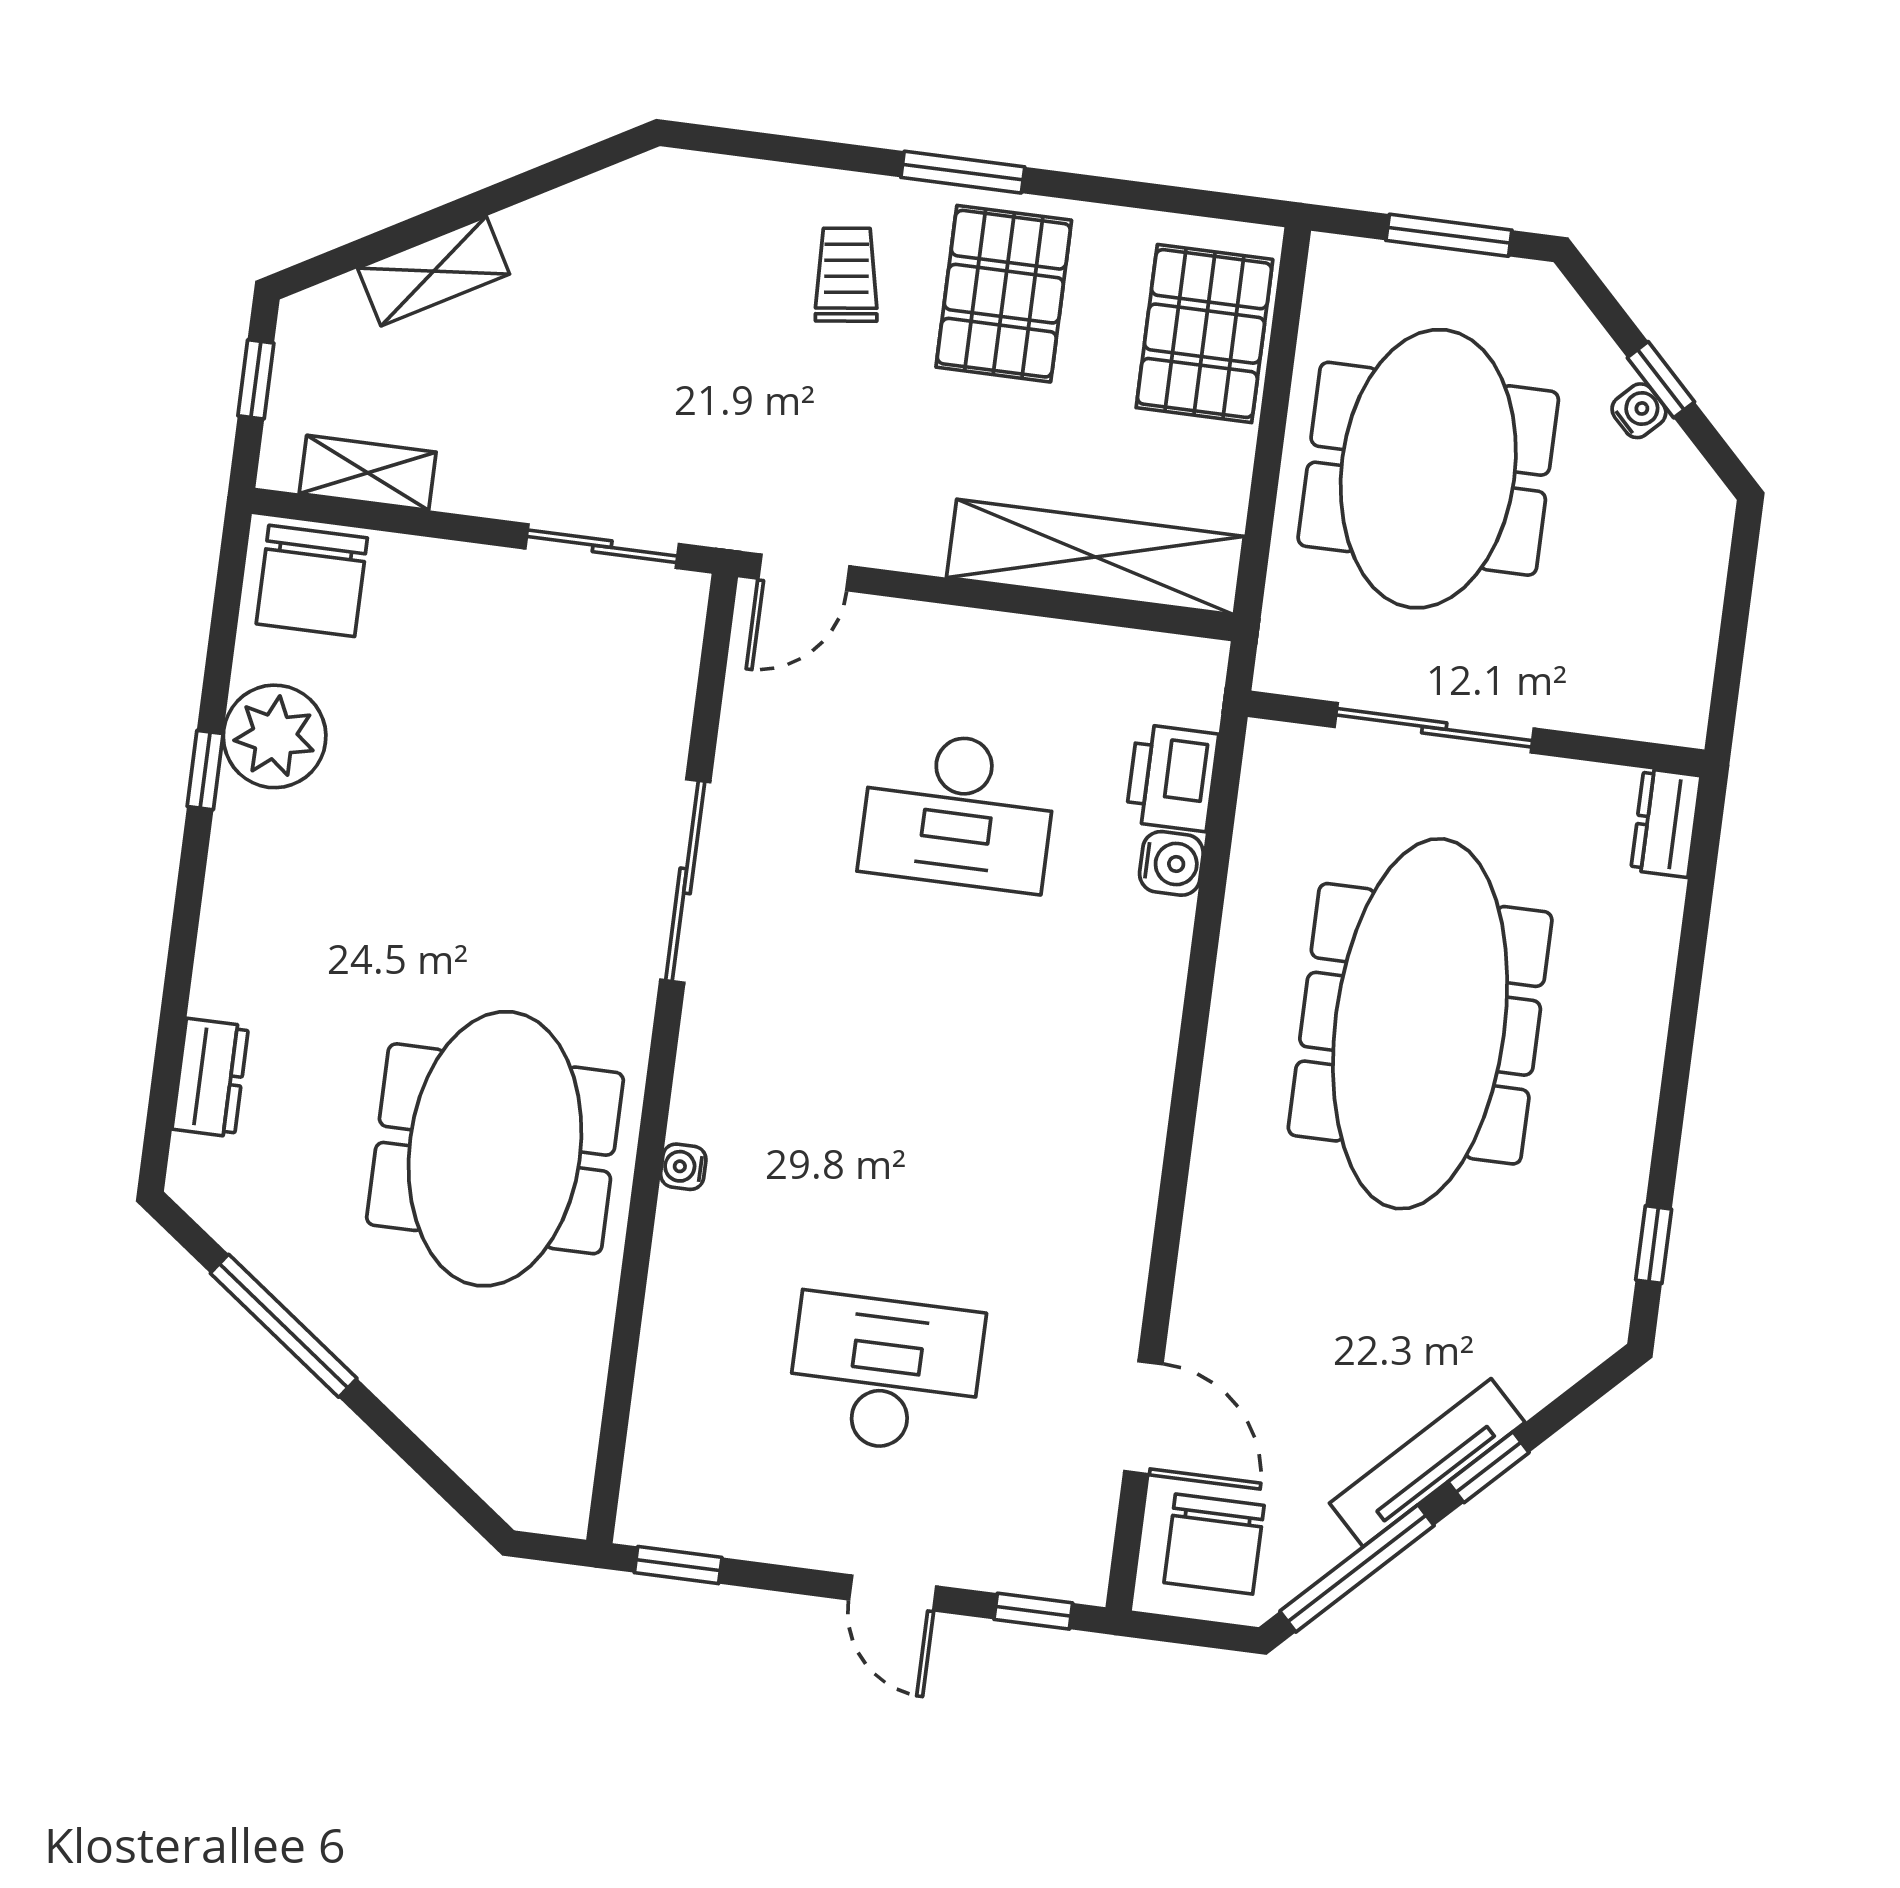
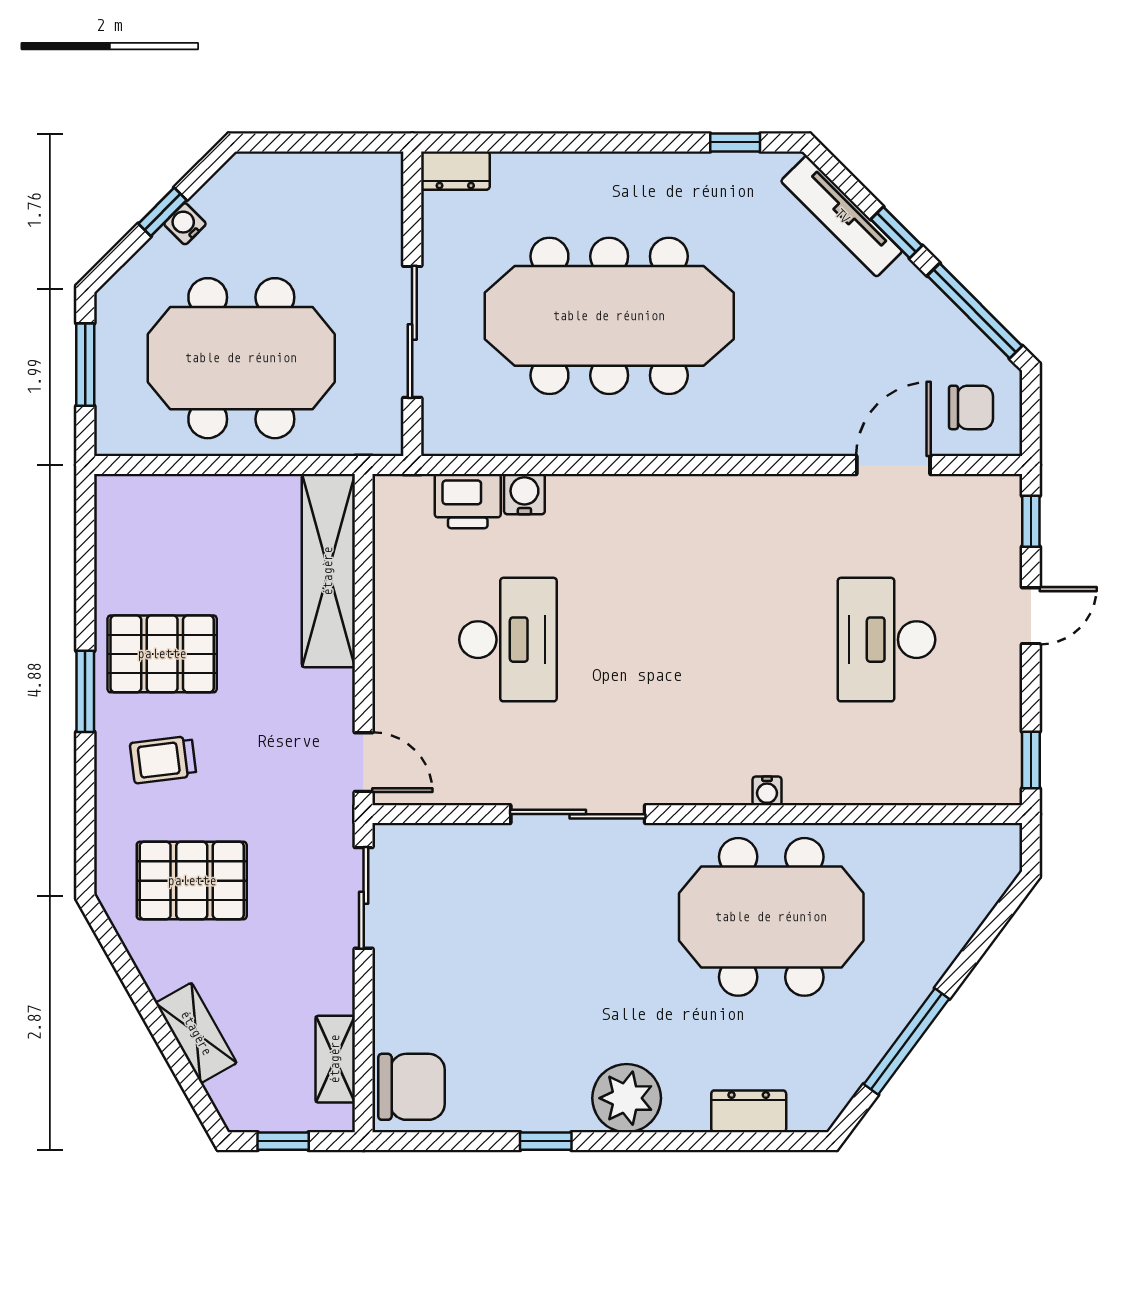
pallet: (1204, 334) -> (192, 881), moved
plant: (275, 736) -> (627, 1098), moved
tv unit: (1427, 1463) -> (842, 216), moved
chair: (1214, 1544) -> (971, 407), width x0.73, depth x0.73

